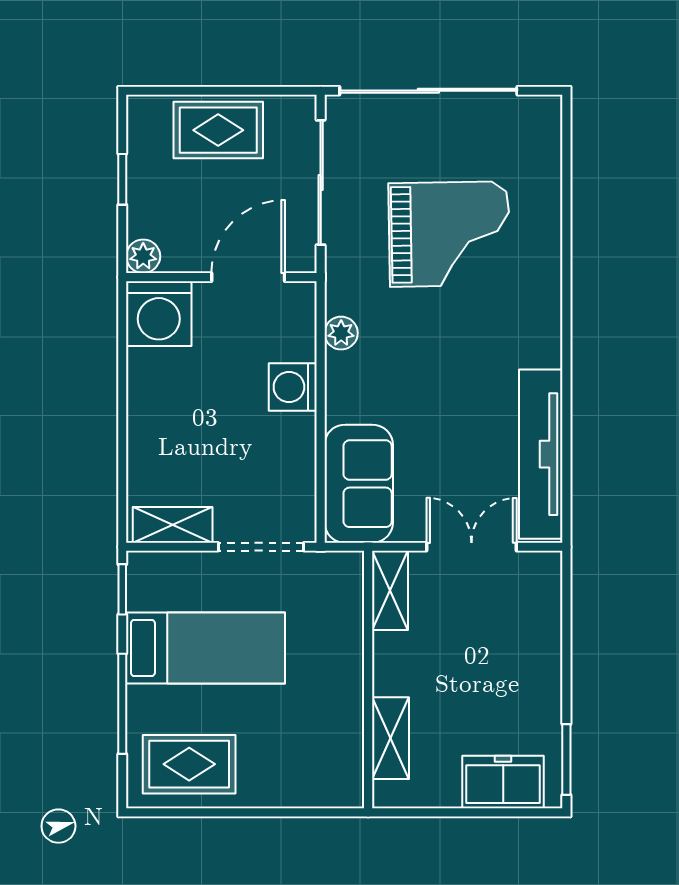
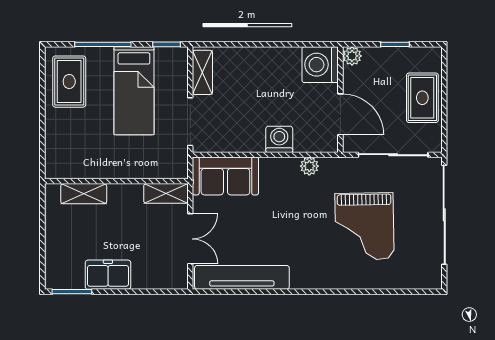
freezer: (503, 782) -> (108, 275), moved, turned -90

